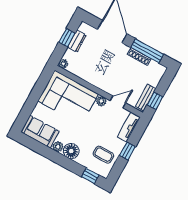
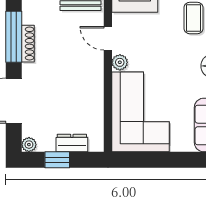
dresser: (77, 41) -> (72, 143), moved
plant: (63, 64) -> (29, 145), moved

